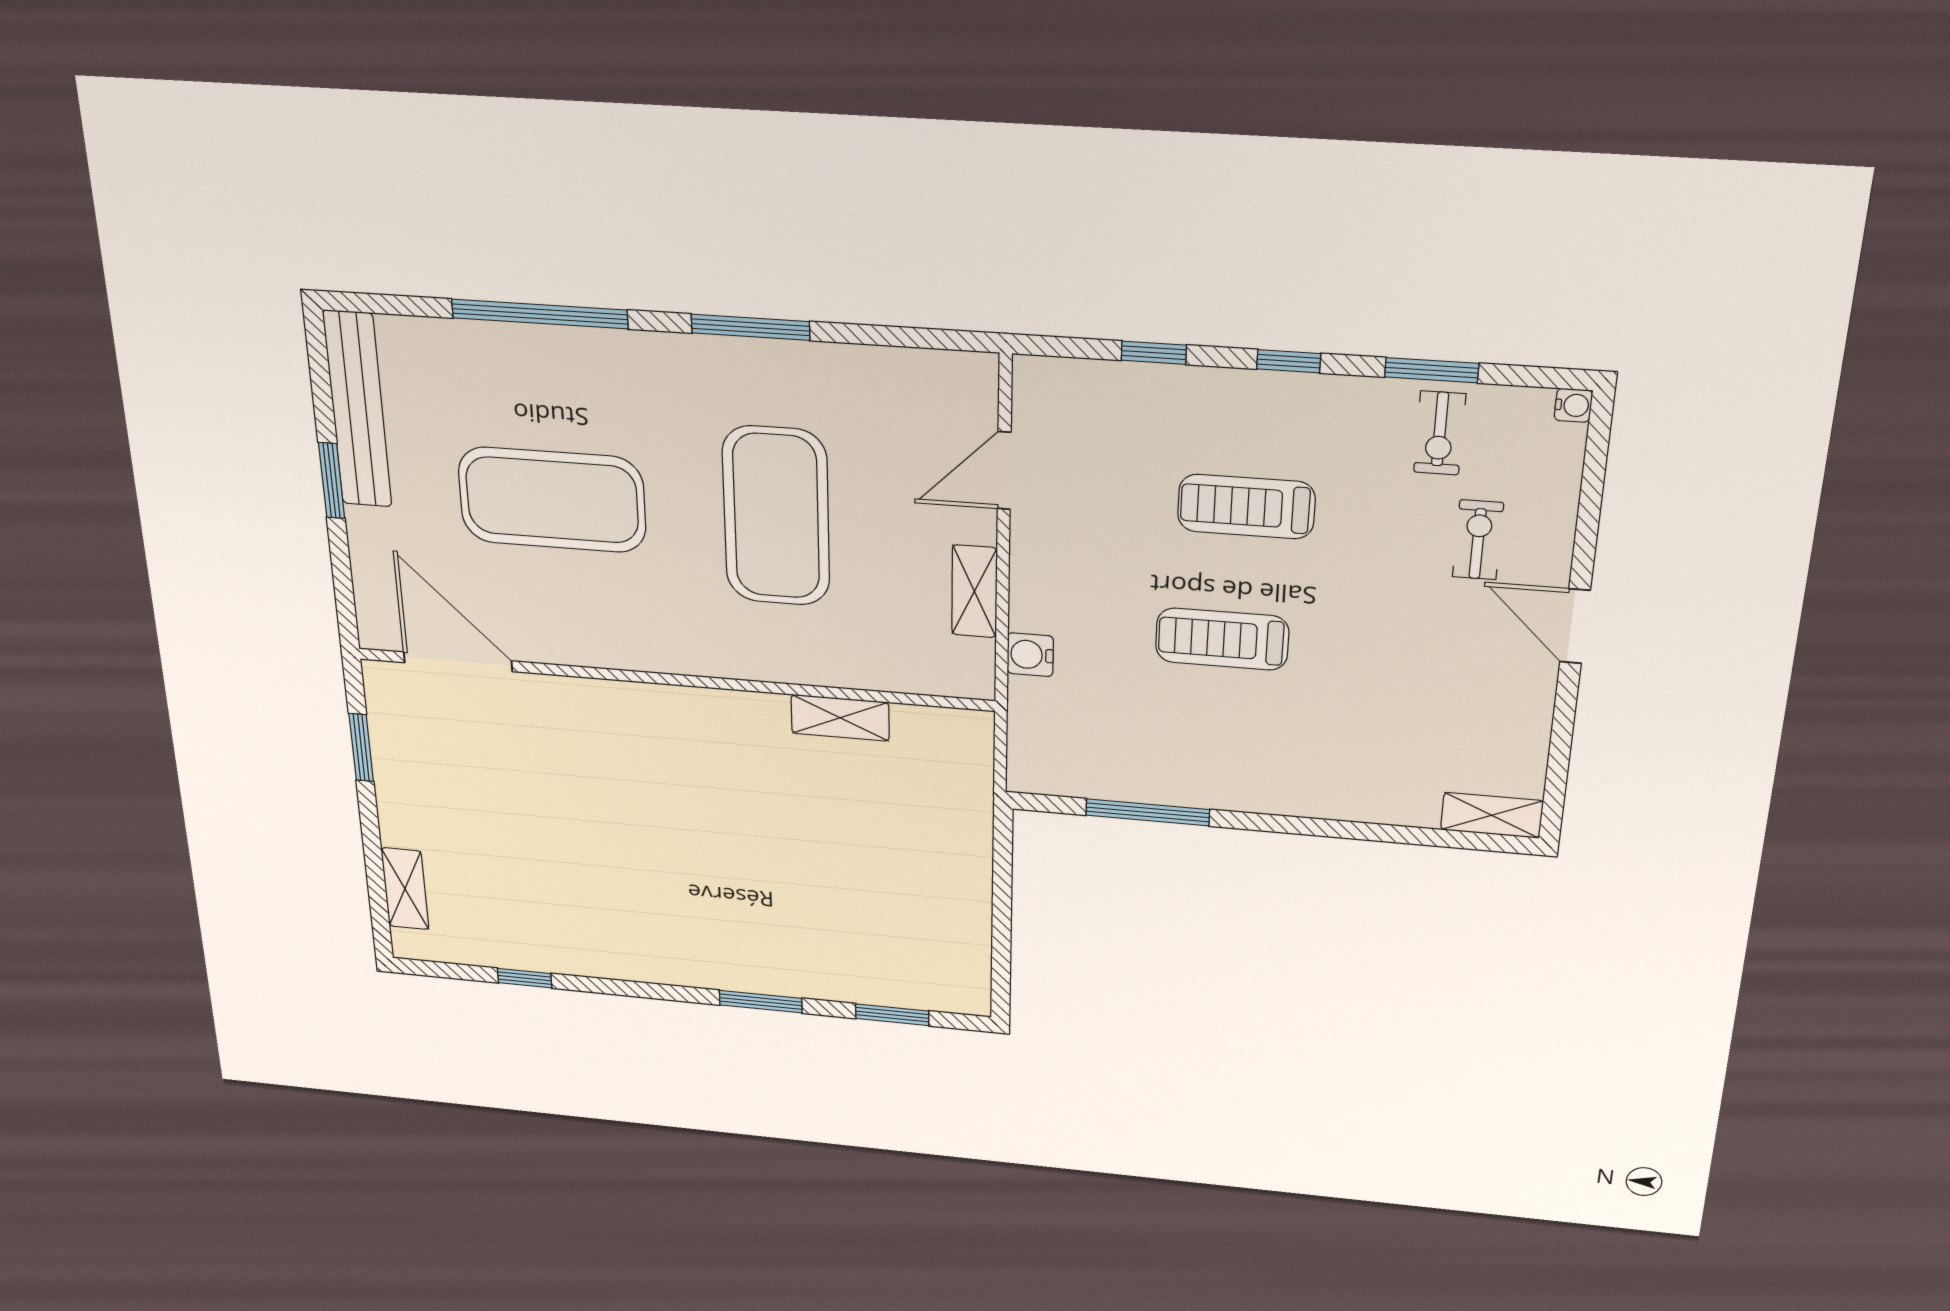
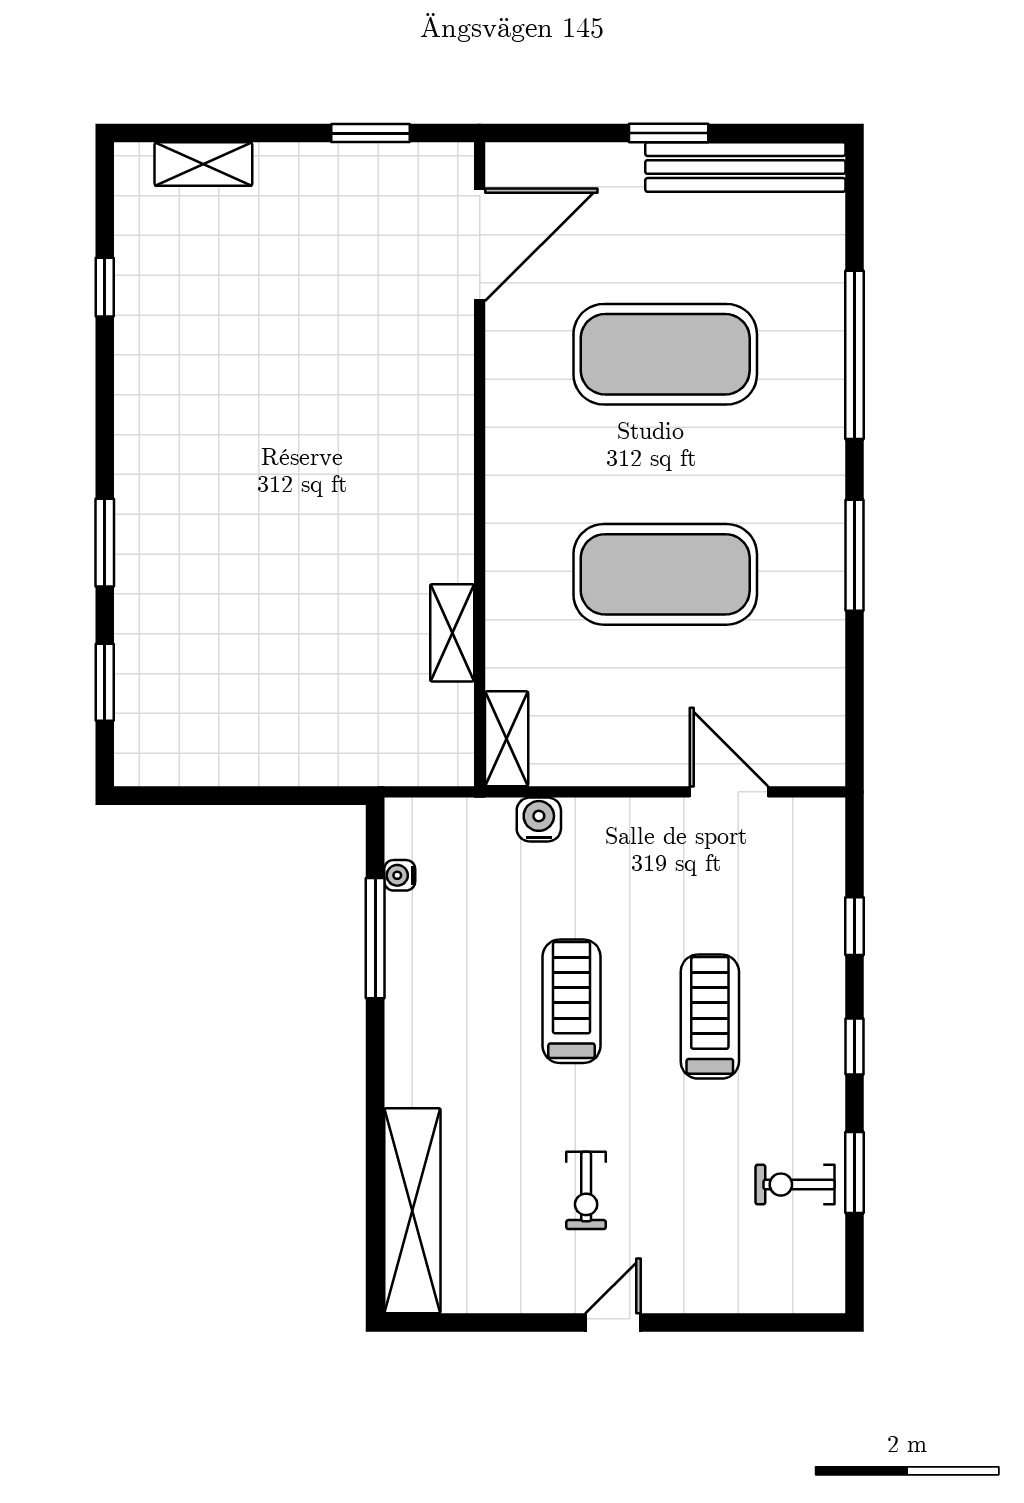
water cooler: (1573, 405) -> (400, 875), moved, turned 90
exercise mat: (552, 500) -> (665, 354), turned 90
exercise bike: (1478, 540) -> (586, 1190), moved, turned 90
shelving: (974, 591) -> (507, 739), moved, turned 90
door: (1575, 626) -> (613, 1323), width x0.73
shelving: (1492, 815) -> (412, 1211), width x2.20, depth x1.33

